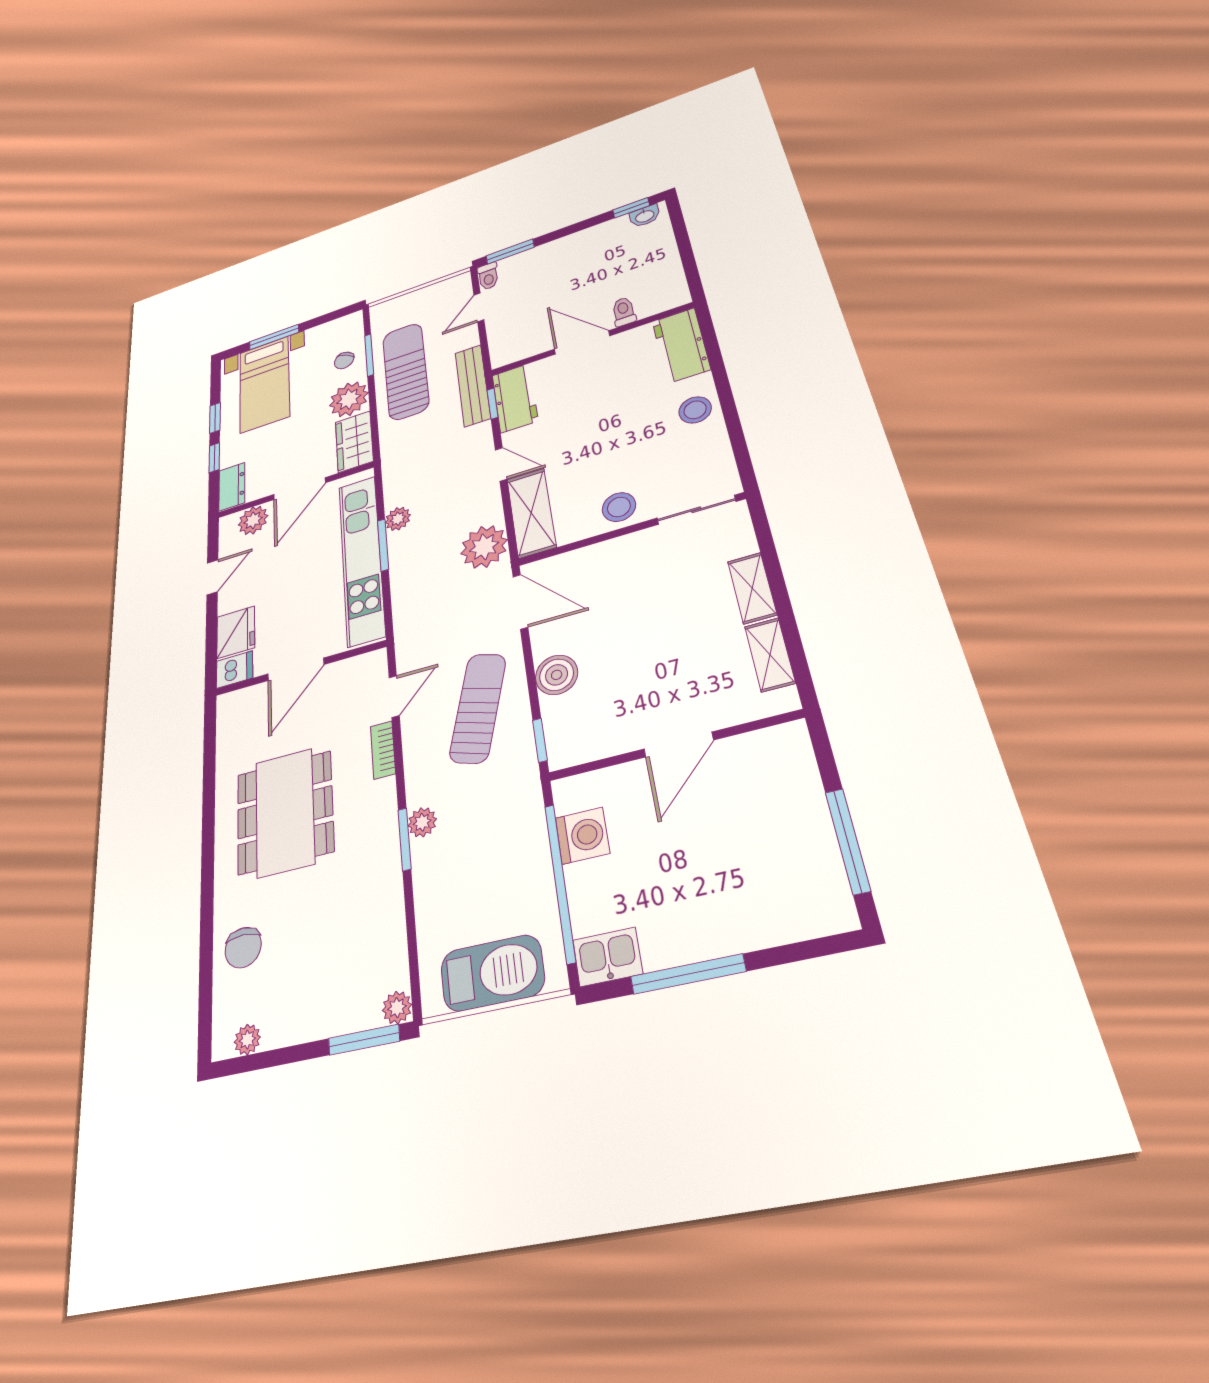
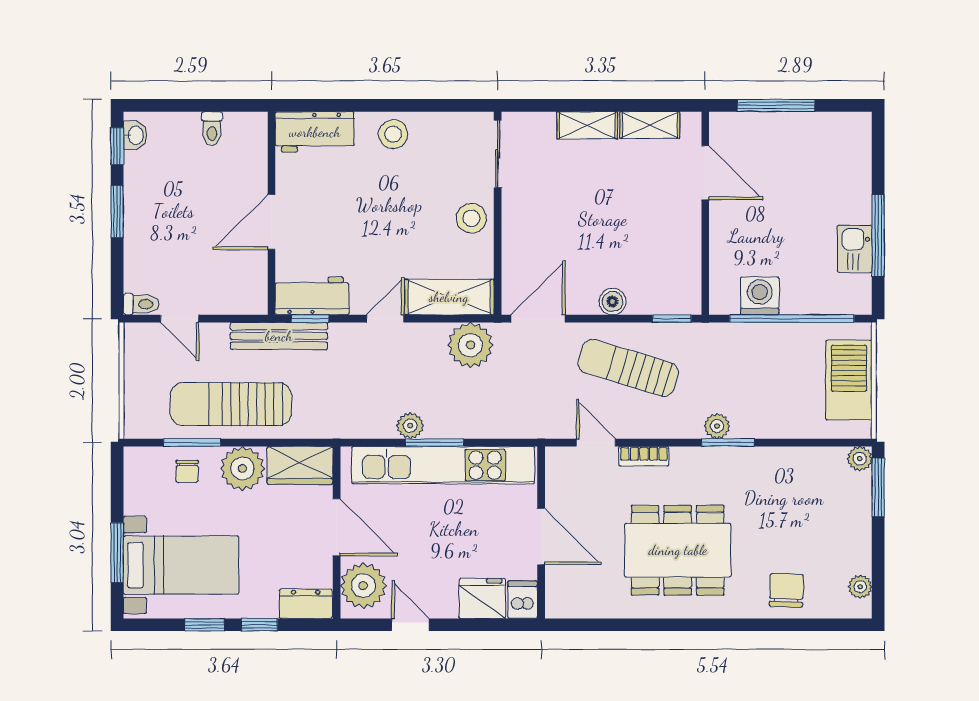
window: (510, 252) -> (117, 212), moved
toilet: (624, 312) -> (212, 129), moved, turned -90
chair: (344, 360) -> (187, 471), turned 64
plant: (253, 520) -> (363, 586), width x1.36, depth x1.36
boiler: (557, 675) -> (613, 302), width x0.73, depth x0.73
door: (679, 745) -> (705, 173), moved
window: (848, 841) -> (776, 105), moved
chair: (243, 948) -> (786, 590), turned -88
kitchen sink: (608, 957) -> (855, 249), moved

